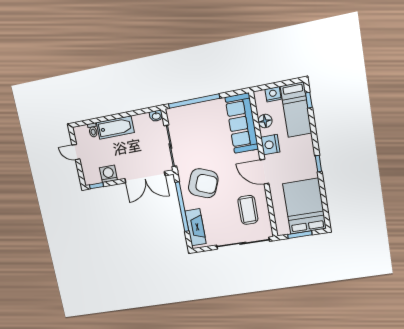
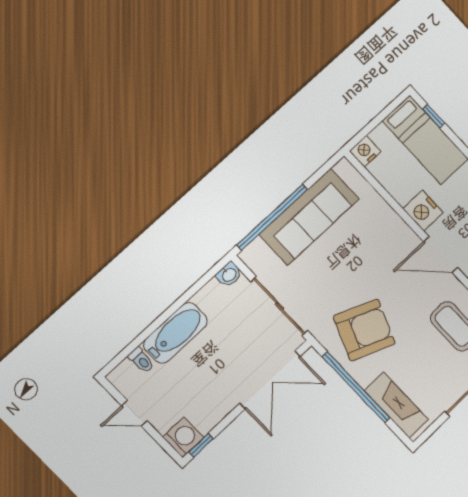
nightstand: (273, 94) -> (365, 151), moved
floor lamp: (265, 121) -> (393, 182), removed
sofa: (242, 123) -> (309, 217), moved, turned -90
washing machine: (108, 174) -> (183, 437), moved, turned 90

